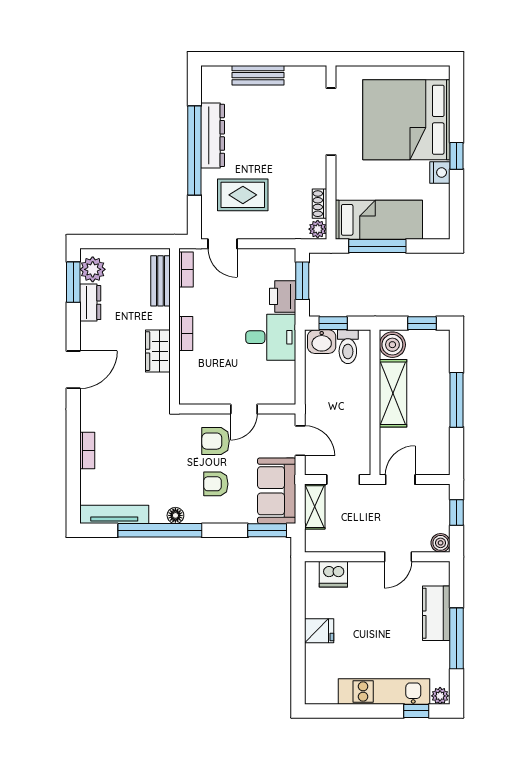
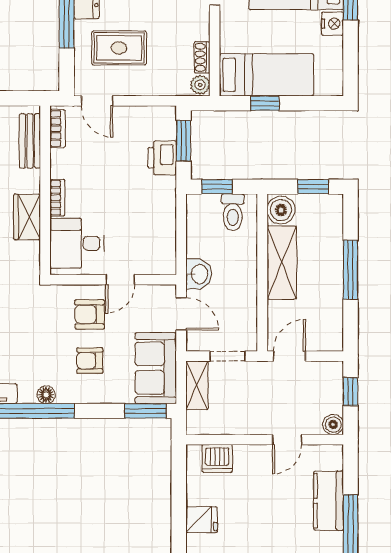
window: (377, 246) -> (265, 103), width x0.46
desk: (271, 337) -> (77, 243), moved, turned 180
washbasin: (322, 342) -> (199, 274), moved, turned -90

